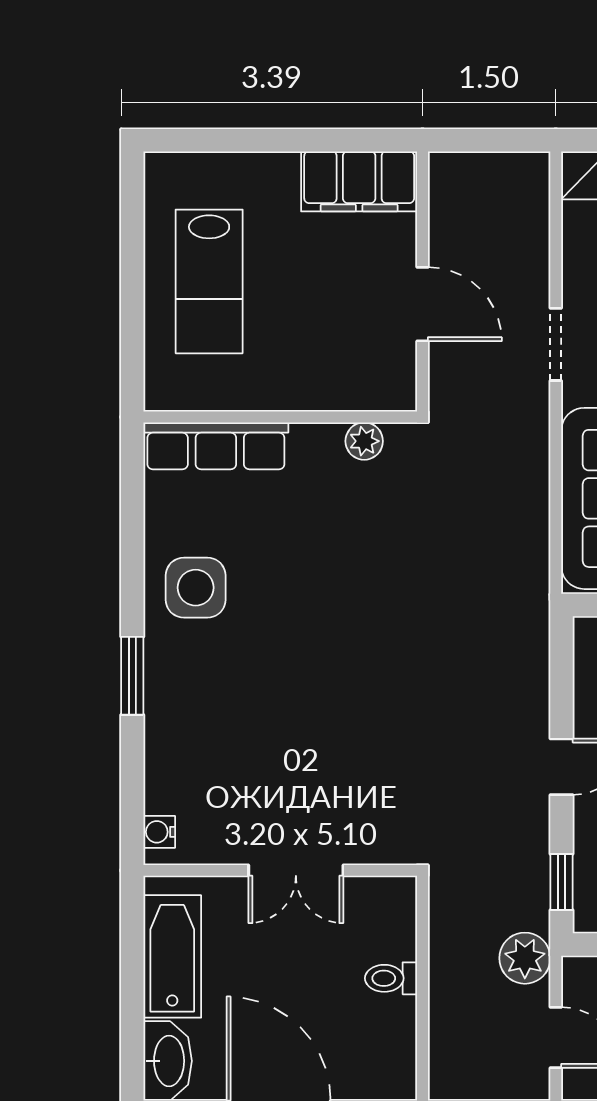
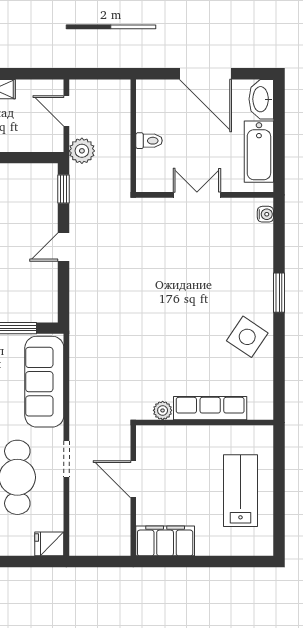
row of seats: (216, 446) -> (210, 408), moved
side table: (196, 588) -> (247, 337), turned 34

